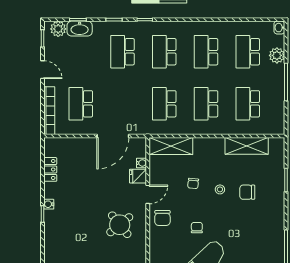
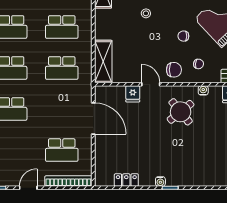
water cooler: (142, 163) -> (203, 90), moved
chair: (193, 183) -> (199, 64), moved

